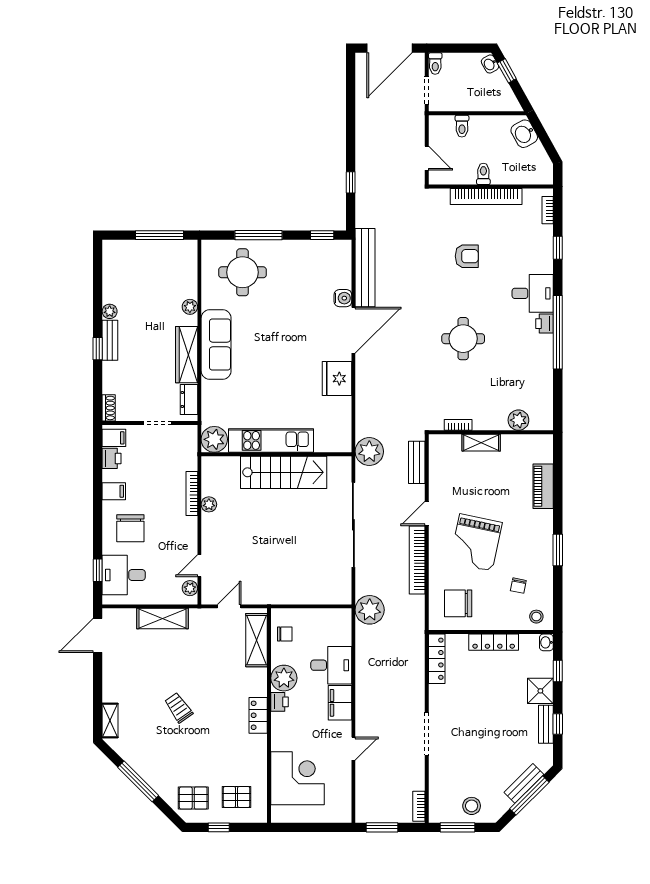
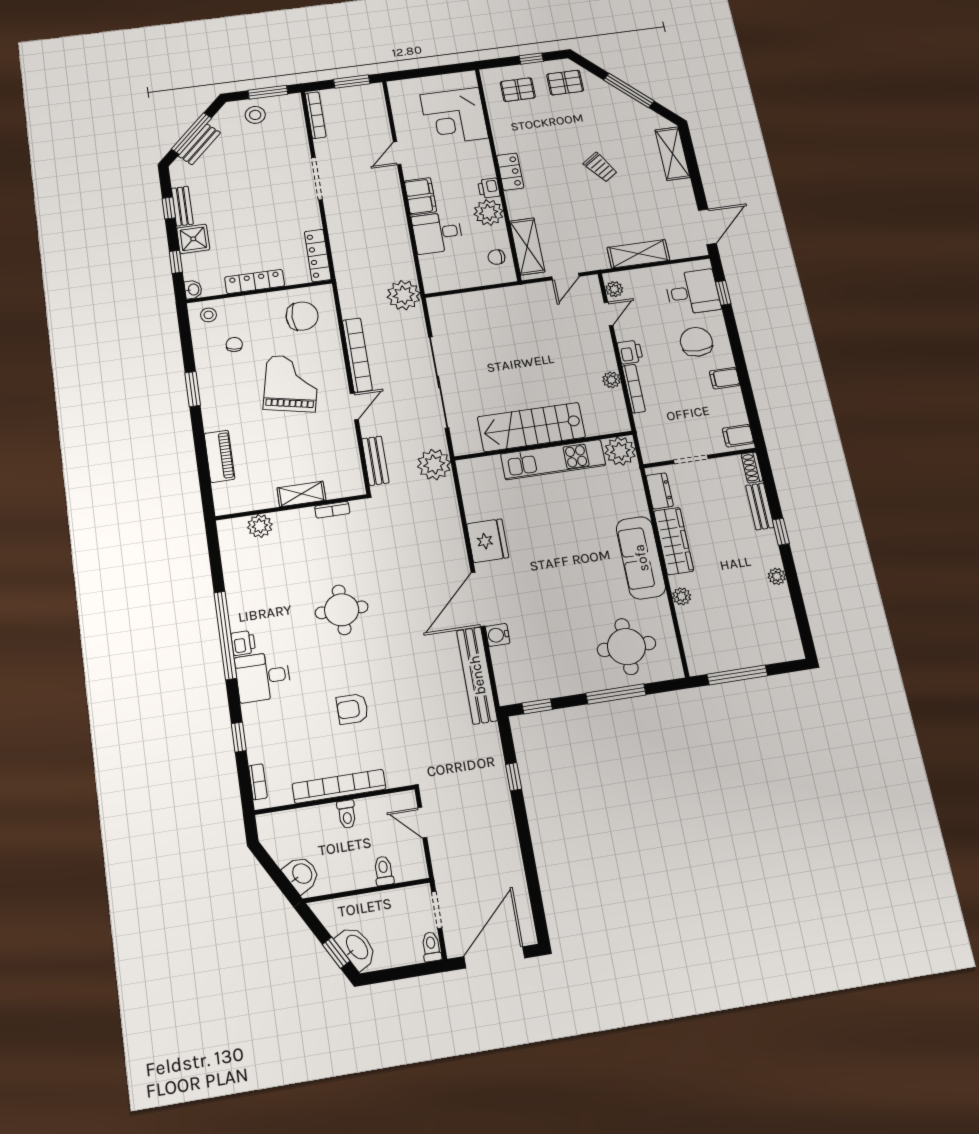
washbasin: (490, 64) -> (356, 948), width x1.91, depth x1.45
bench: (110, 340) -> (760, 506), moved
printer: (112, 458) -> (630, 352), moved, turned 180
shelving: (110, 721) -> (672, 154), width x1.50, depth x1.33
bookcase: (419, 806) -> (316, 115), width x1.56

